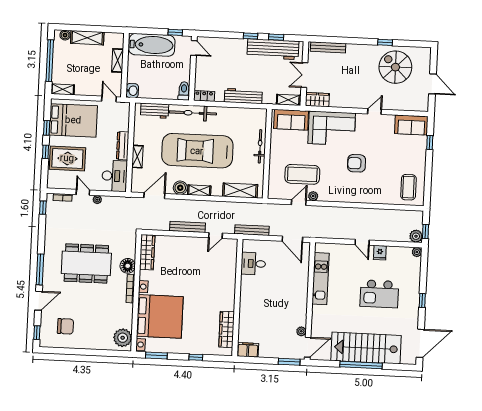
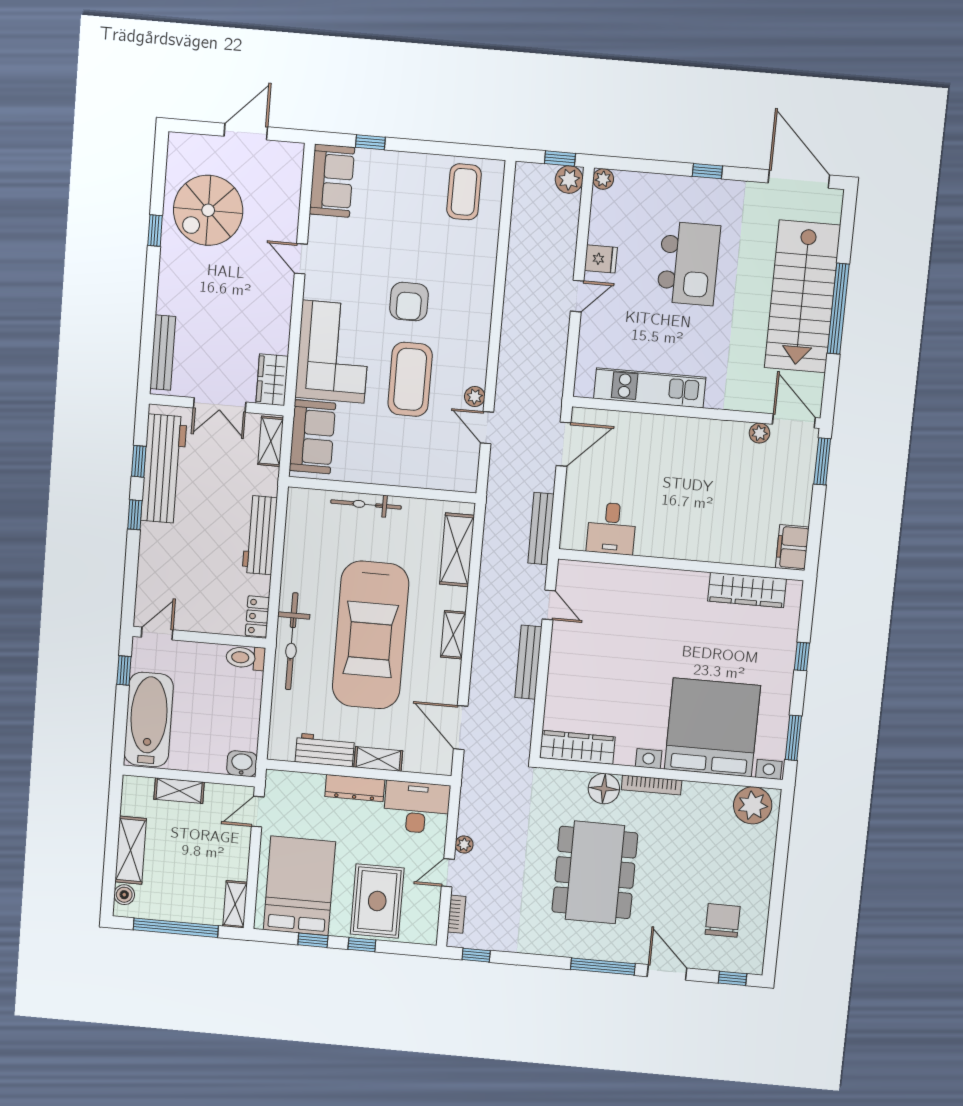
workbench: (155, 111) -> (325, 750), moved, turned -90
coffee table: (302, 174) -> (410, 379), moved
coffee table: (408, 187) -> (464, 192), turned 90
boiler: (180, 188) -> (446, 674), removed

